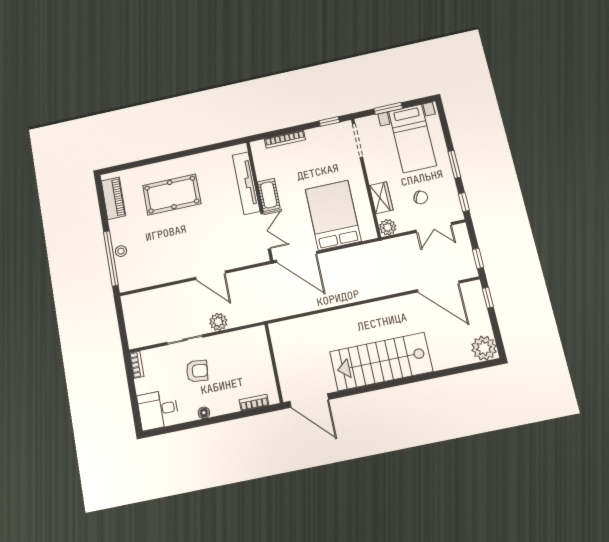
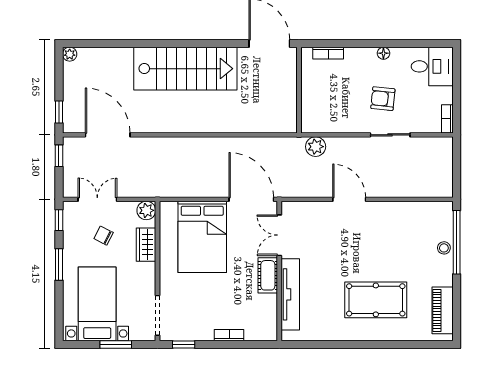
bookcase: (285, 139) -> (229, 335), width x0.64
plant: (218, 322) -> (316, 147), moved
plant: (484, 348) -> (70, 54), width x0.53, depth x0.53

